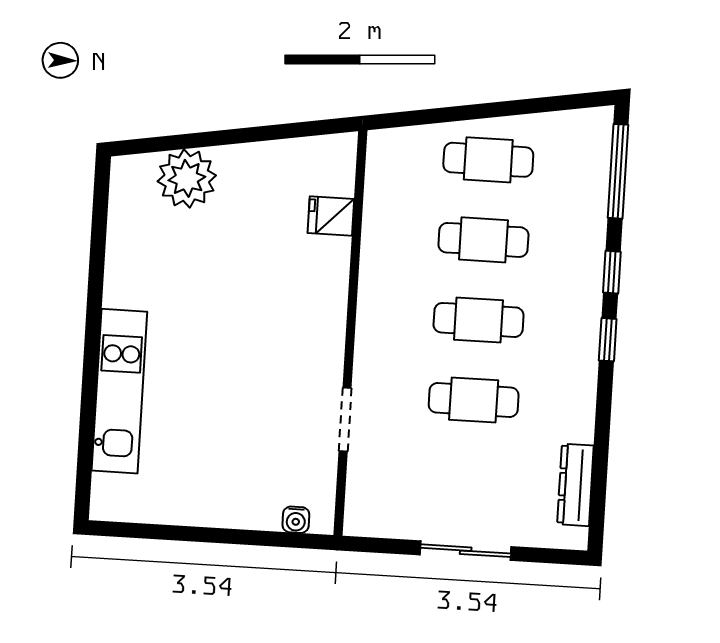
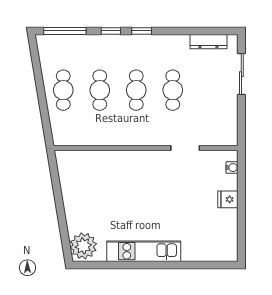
plant: (187, 178) -> (83, 246), moved
fridge: (331, 216) -> (228, 199), moved, turned 90
kitchen unit: (119, 391) -> (144, 251), moved
sliding door: (466, 551) -> (241, 74), moved

